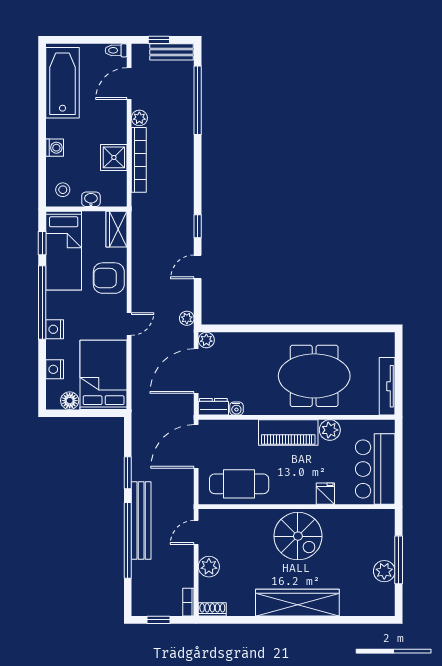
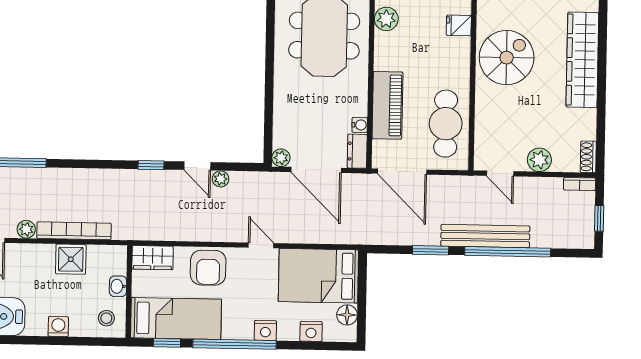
plant: (187, 318) -> (221, 179), moved
piano: (288, 432) -> (387, 105), moved

